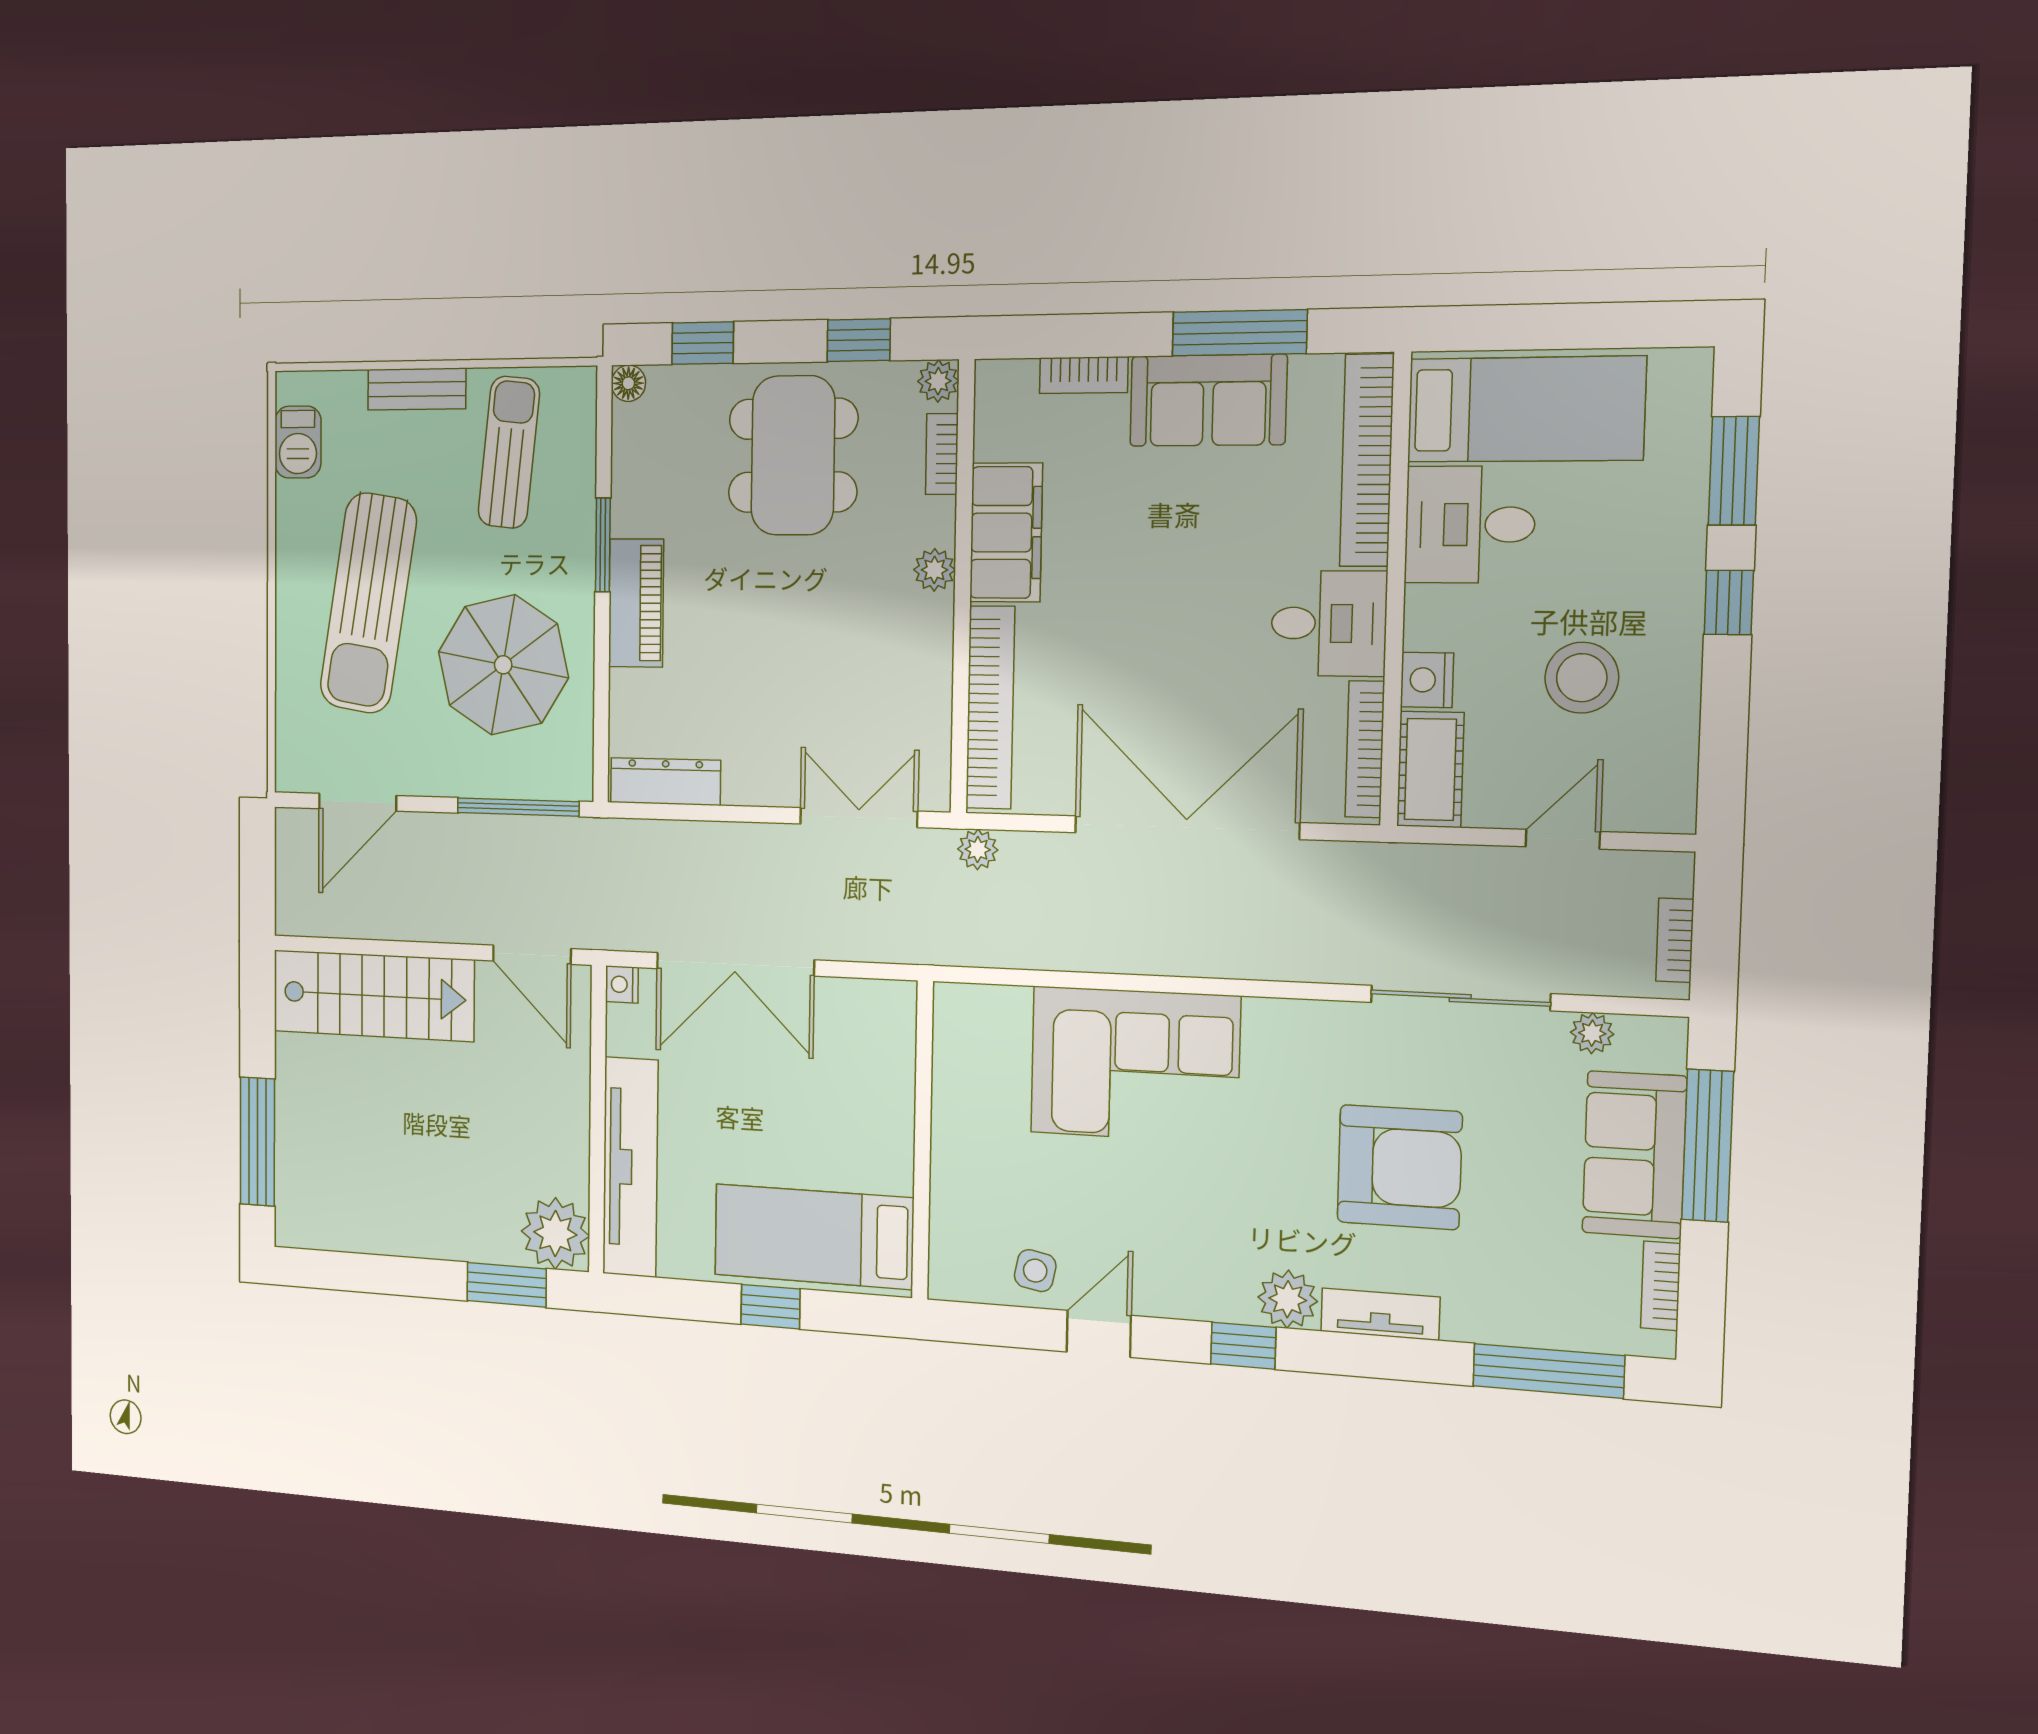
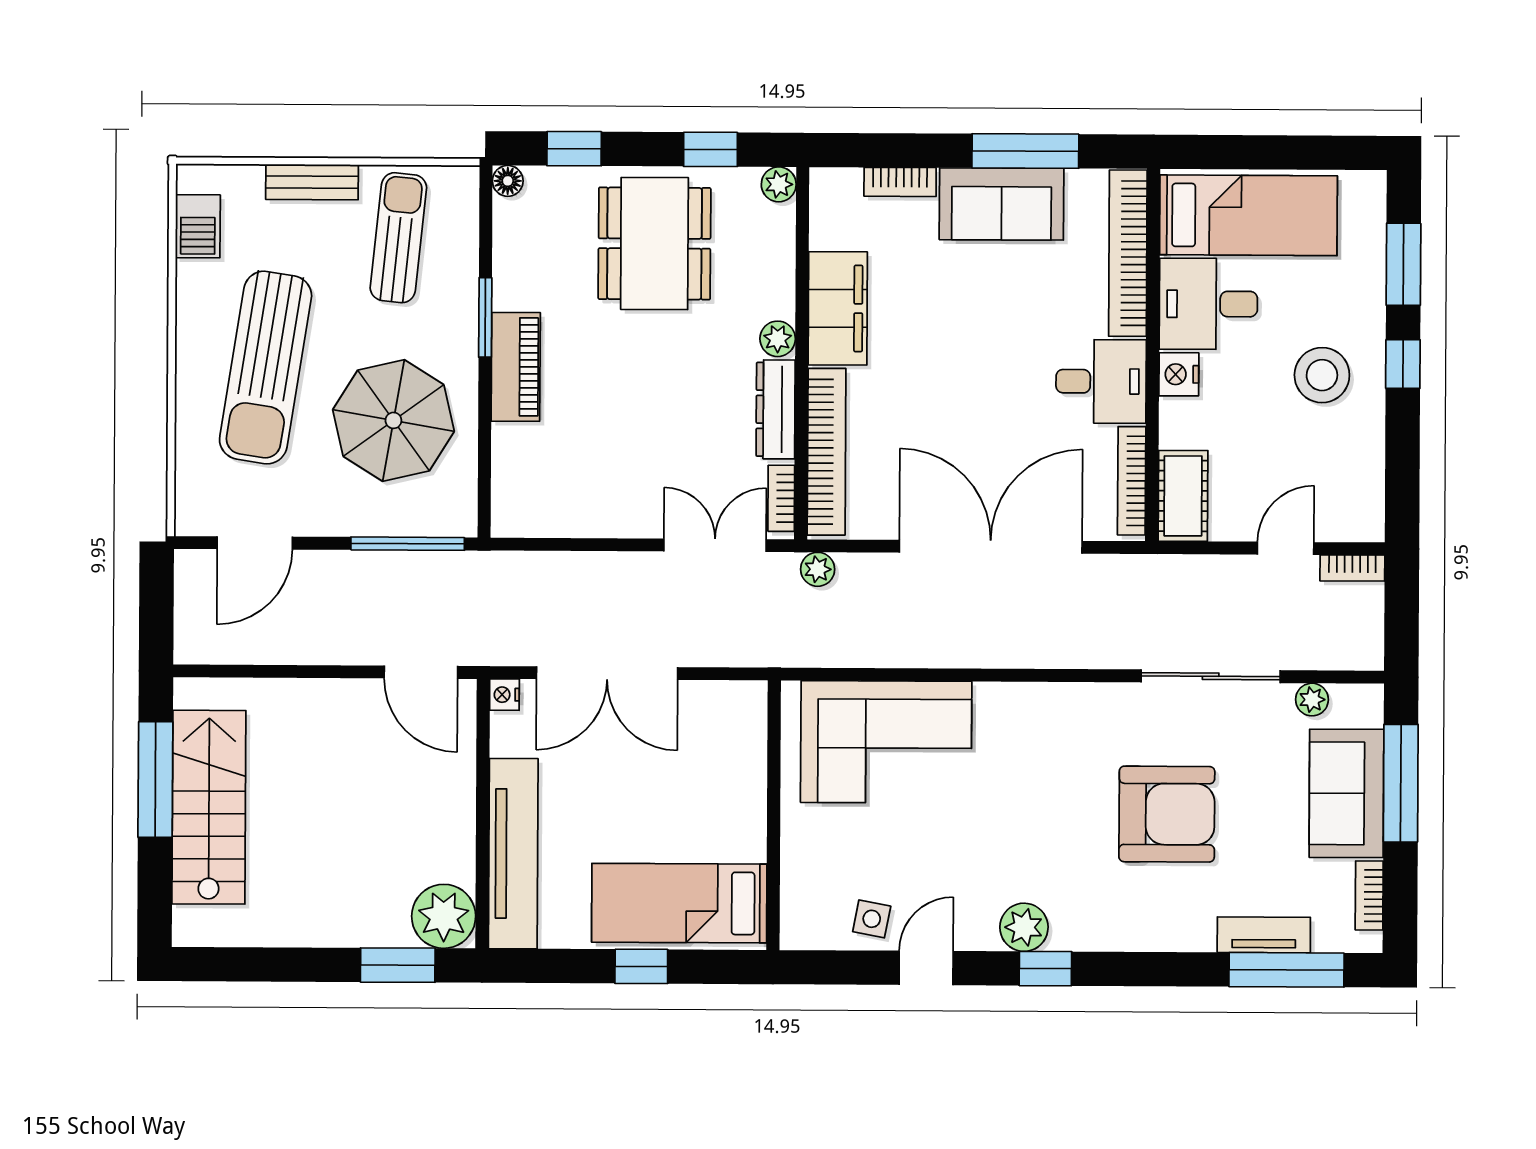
bookcase: (942, 454) -> (781, 498), moved
stool: (1582, 678) -> (1322, 375), moved
nightstand: (1427, 680) -> (1179, 374), moved
dresser: (665, 782) -> (776, 409), moved, turned -90
bookcase: (1675, 940) -> (1352, 568), moved, turned -90
stairs: (373, 996) -> (209, 807), moved, turned -90
corner sofa: (1135, 1065) -> (886, 742), moved
window: (257, 1142) -> (155, 780), moved
plant: (1288, 1299) -> (1024, 927), moved
tv unit: (1380, 1314) -> (1264, 935), moved

